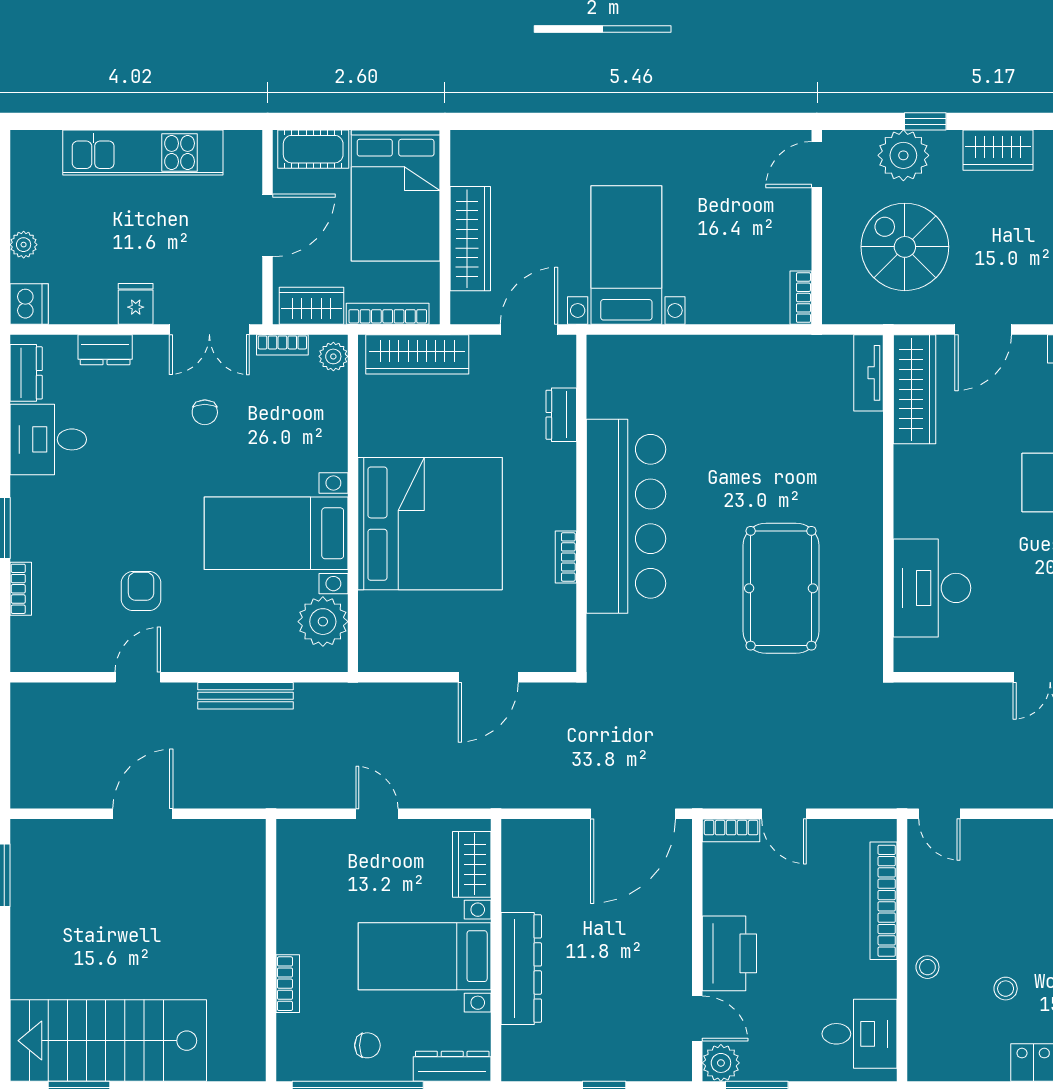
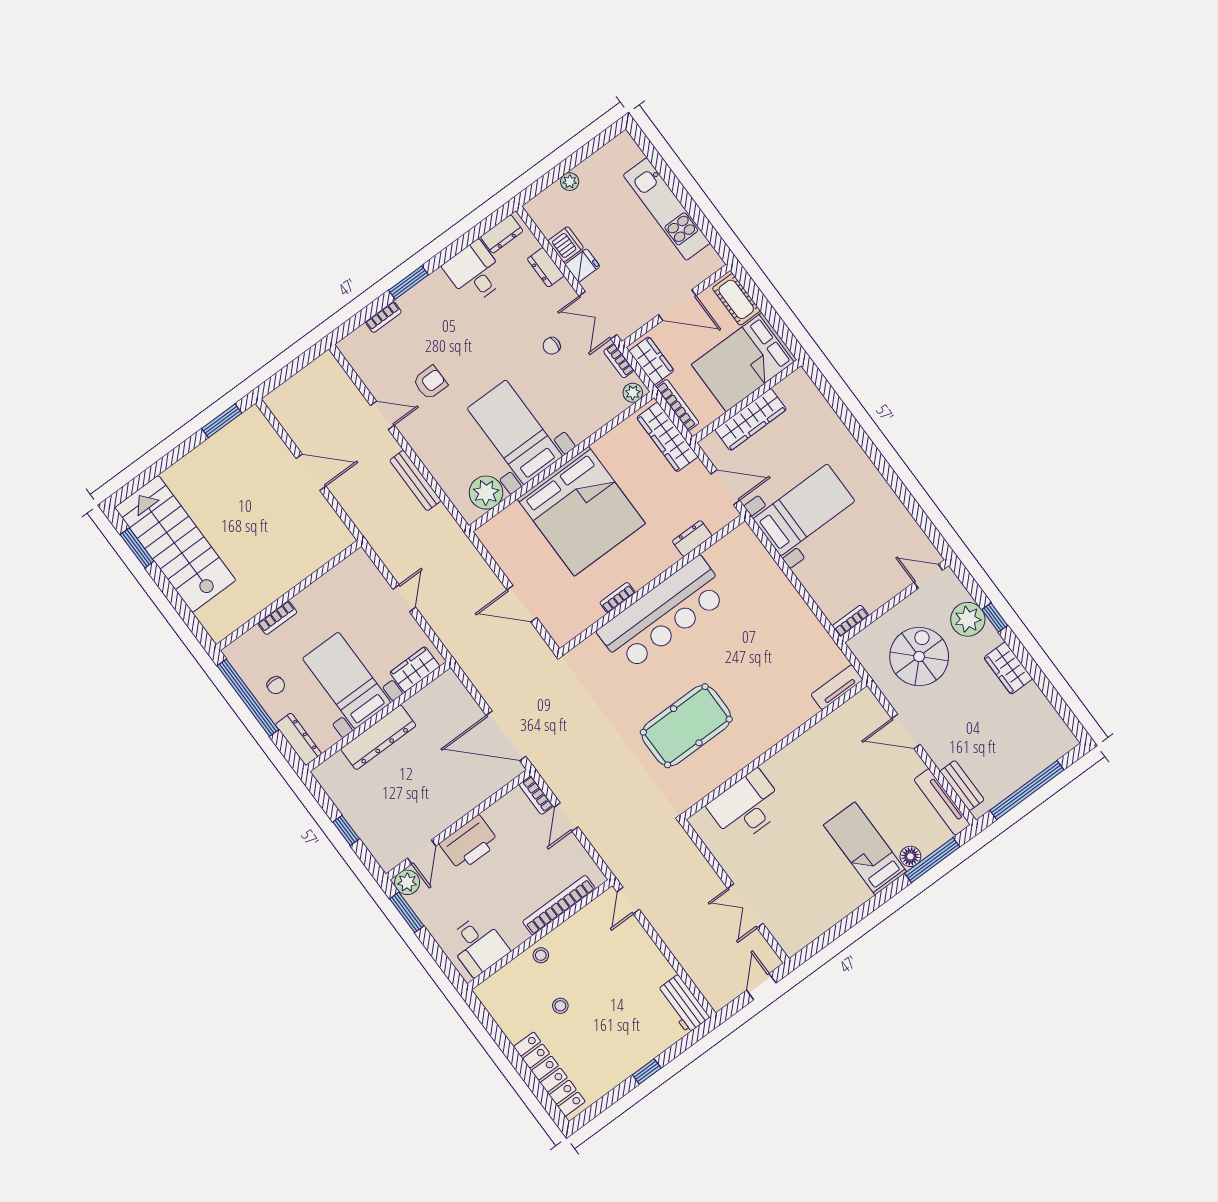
dishwasher: (29, 304) -> (566, 244), moved, turned -90
wardrobe: (915, 389) -> (846, 718), removed

